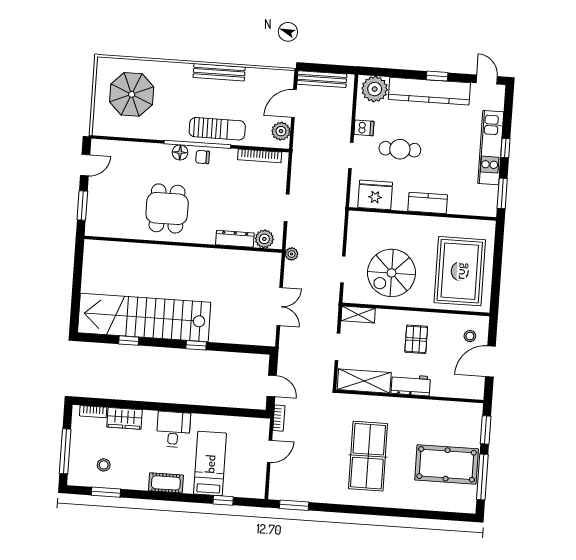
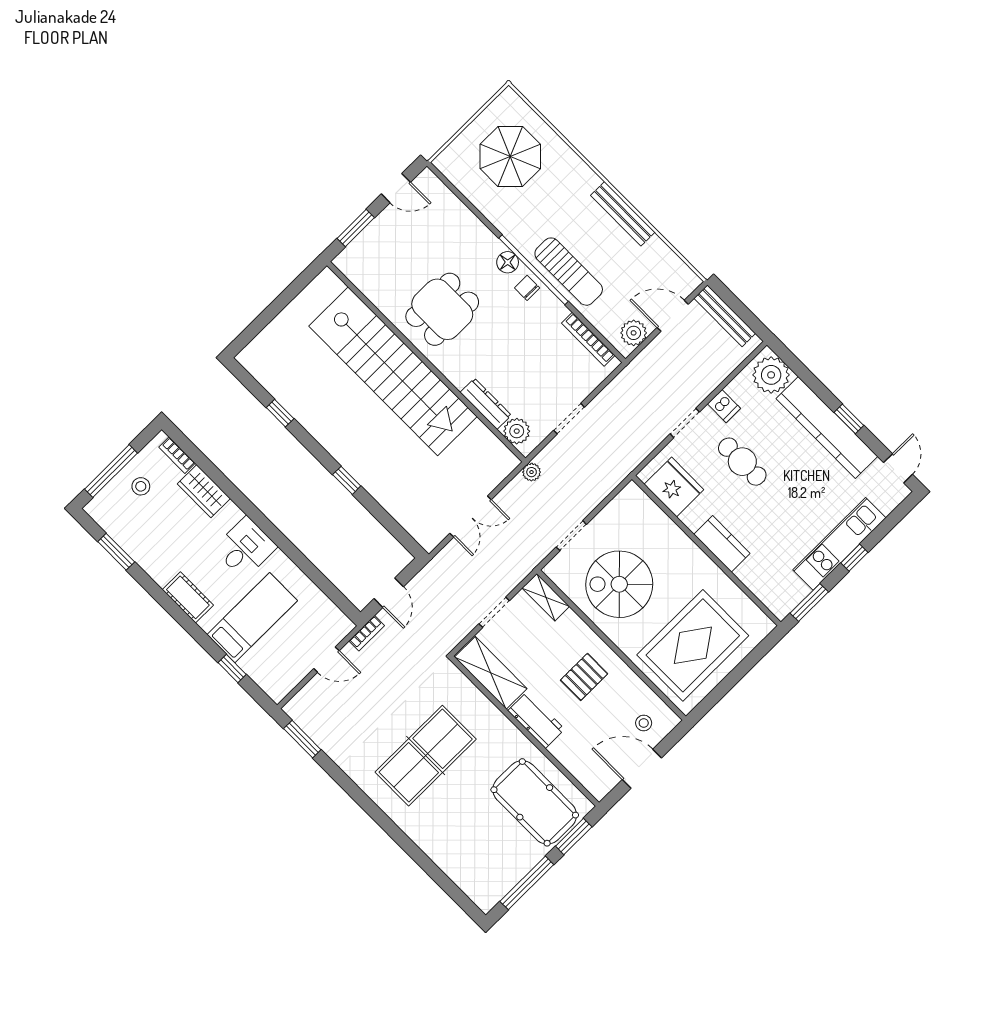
stairs: (144, 317) -> (393, 371), moved, turned 180
pool table: (447, 464) -> (535, 802), moved
stool: (104, 465) -> (141, 486), moved

